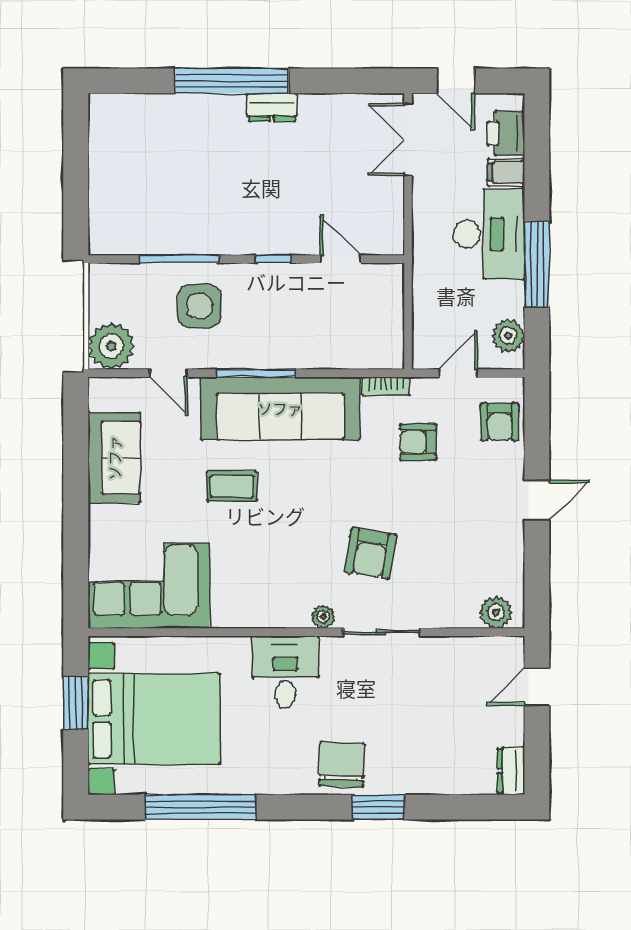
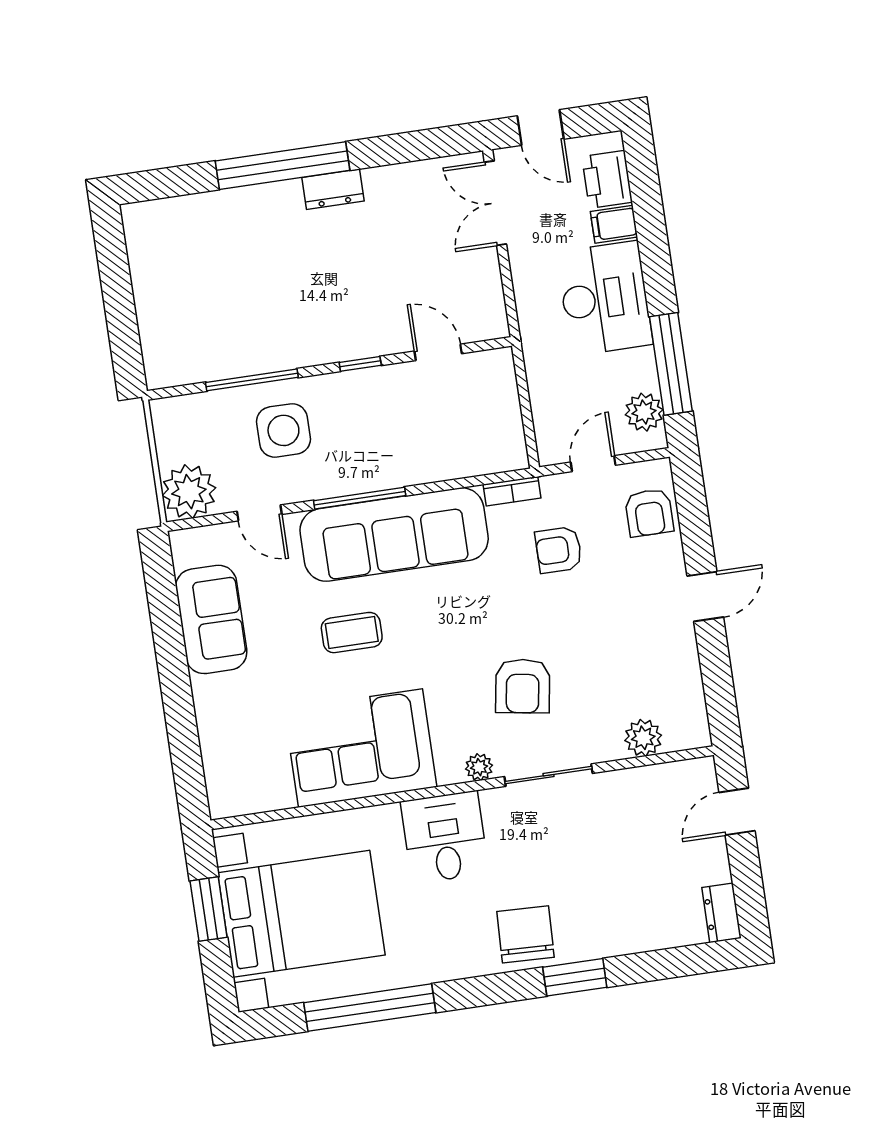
window: (537, 264) -> (671, 364), moved
corner sofa: (150, 586) -> (360, 748), moved
plant: (496, 612) -> (643, 738), moved

